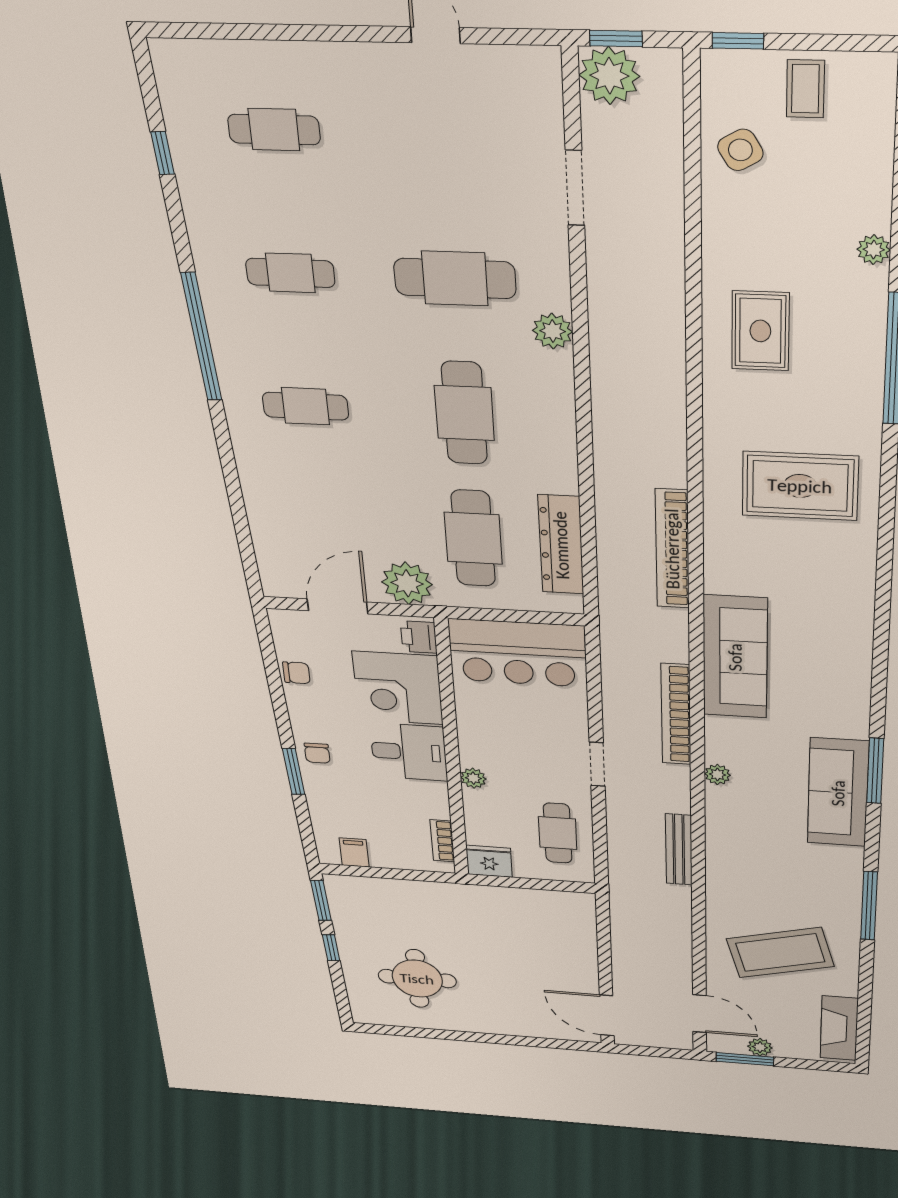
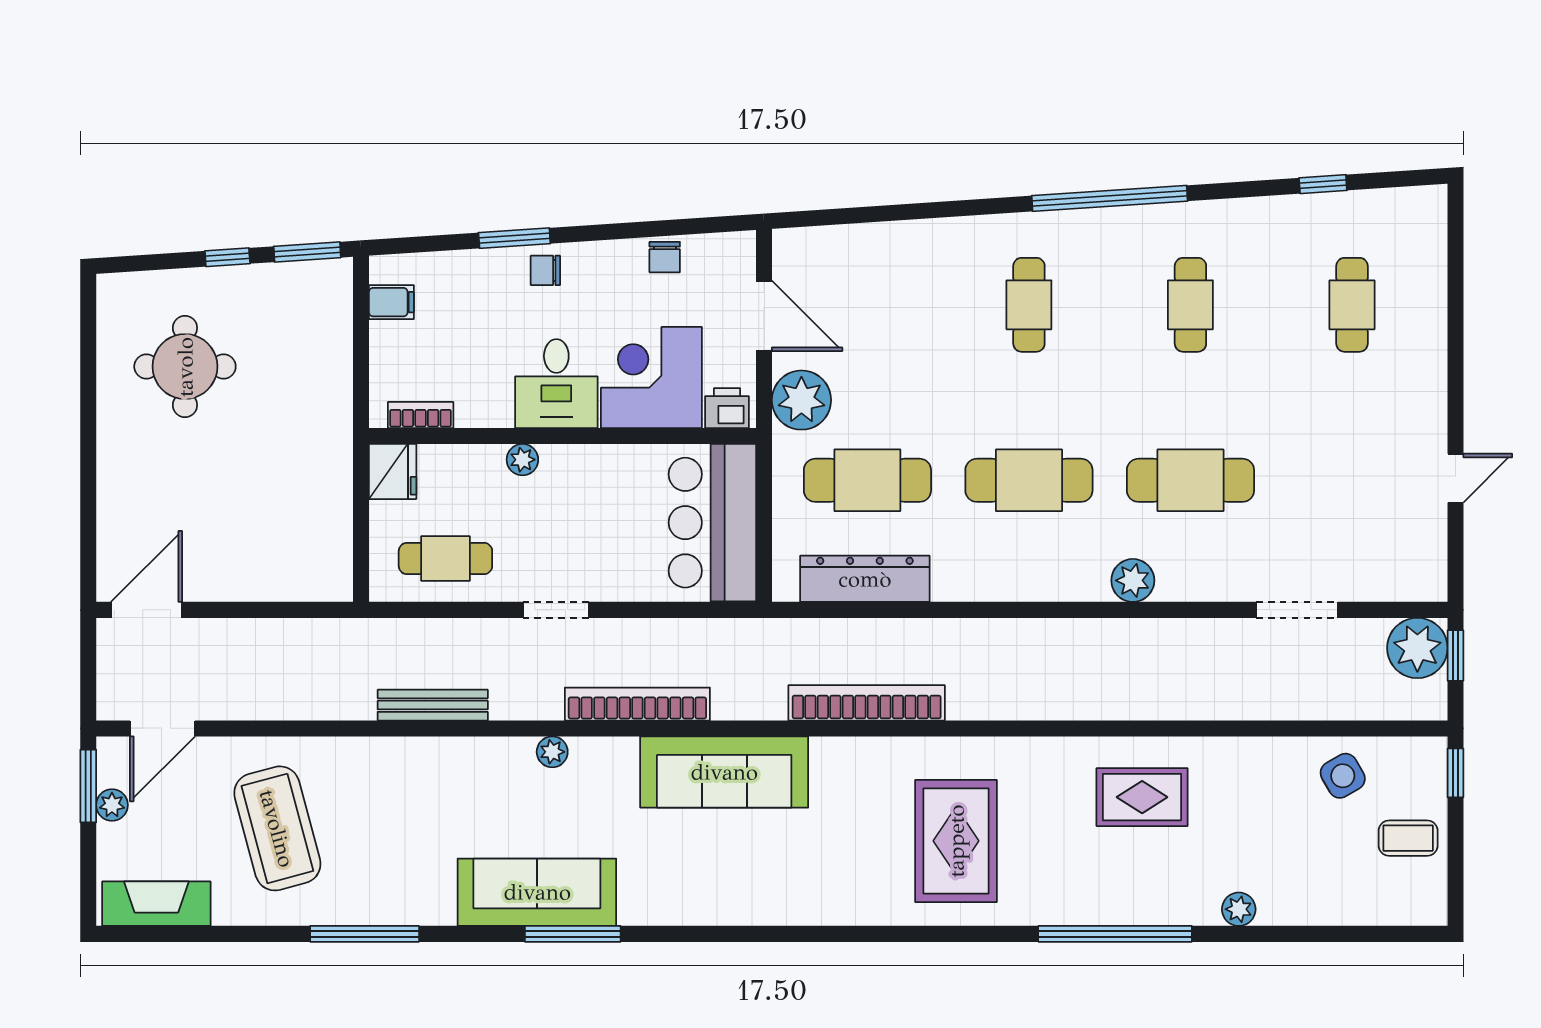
cafe table: (455, 278) -> (1190, 480), turned 90

